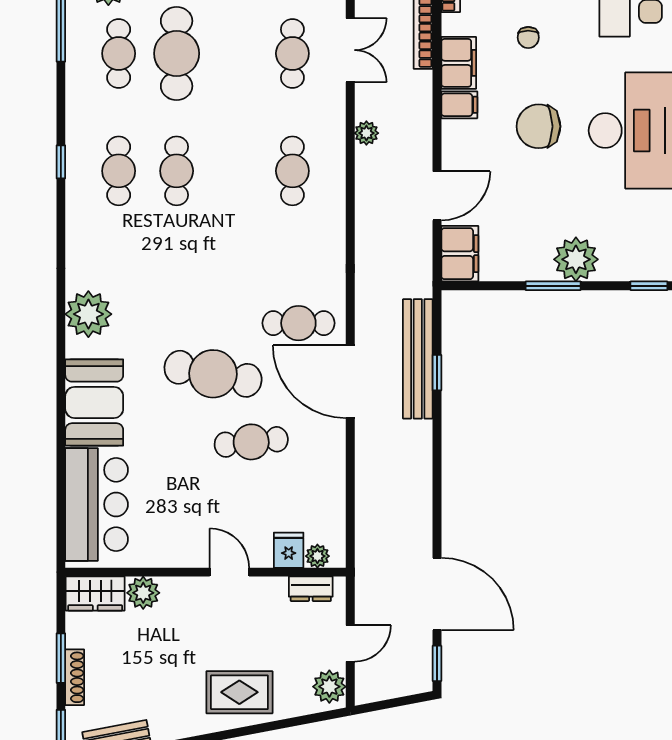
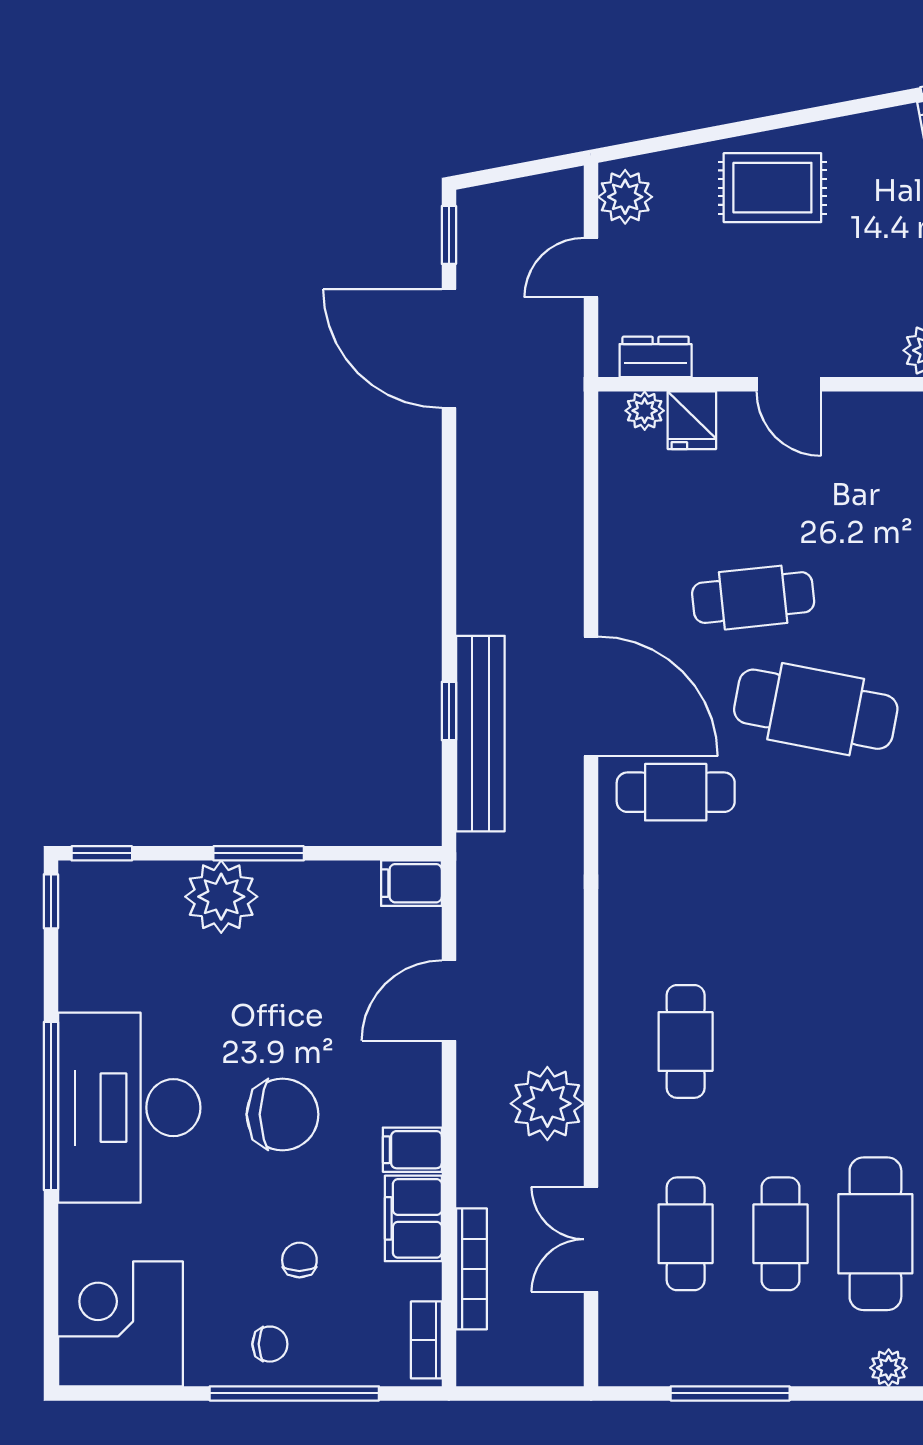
plant: (366, 133) -> (547, 1104), width x1.87, depth x1.87
cafe table: (177, 171) -> (781, 1234), moved
filing cabinet: (460, 254) -> (411, 883), width x0.50

